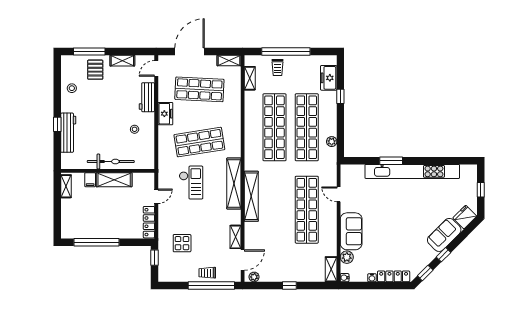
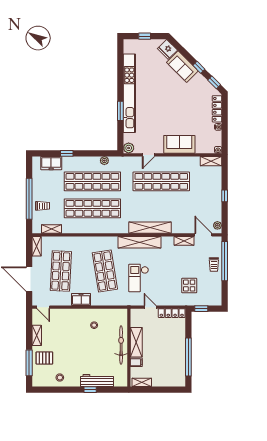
workbench: (147, 97) -> (67, 315), removed
checkout: (191, 183) -> (139, 278), turned -90
plant: (347, 257) -> (129, 148), moved

